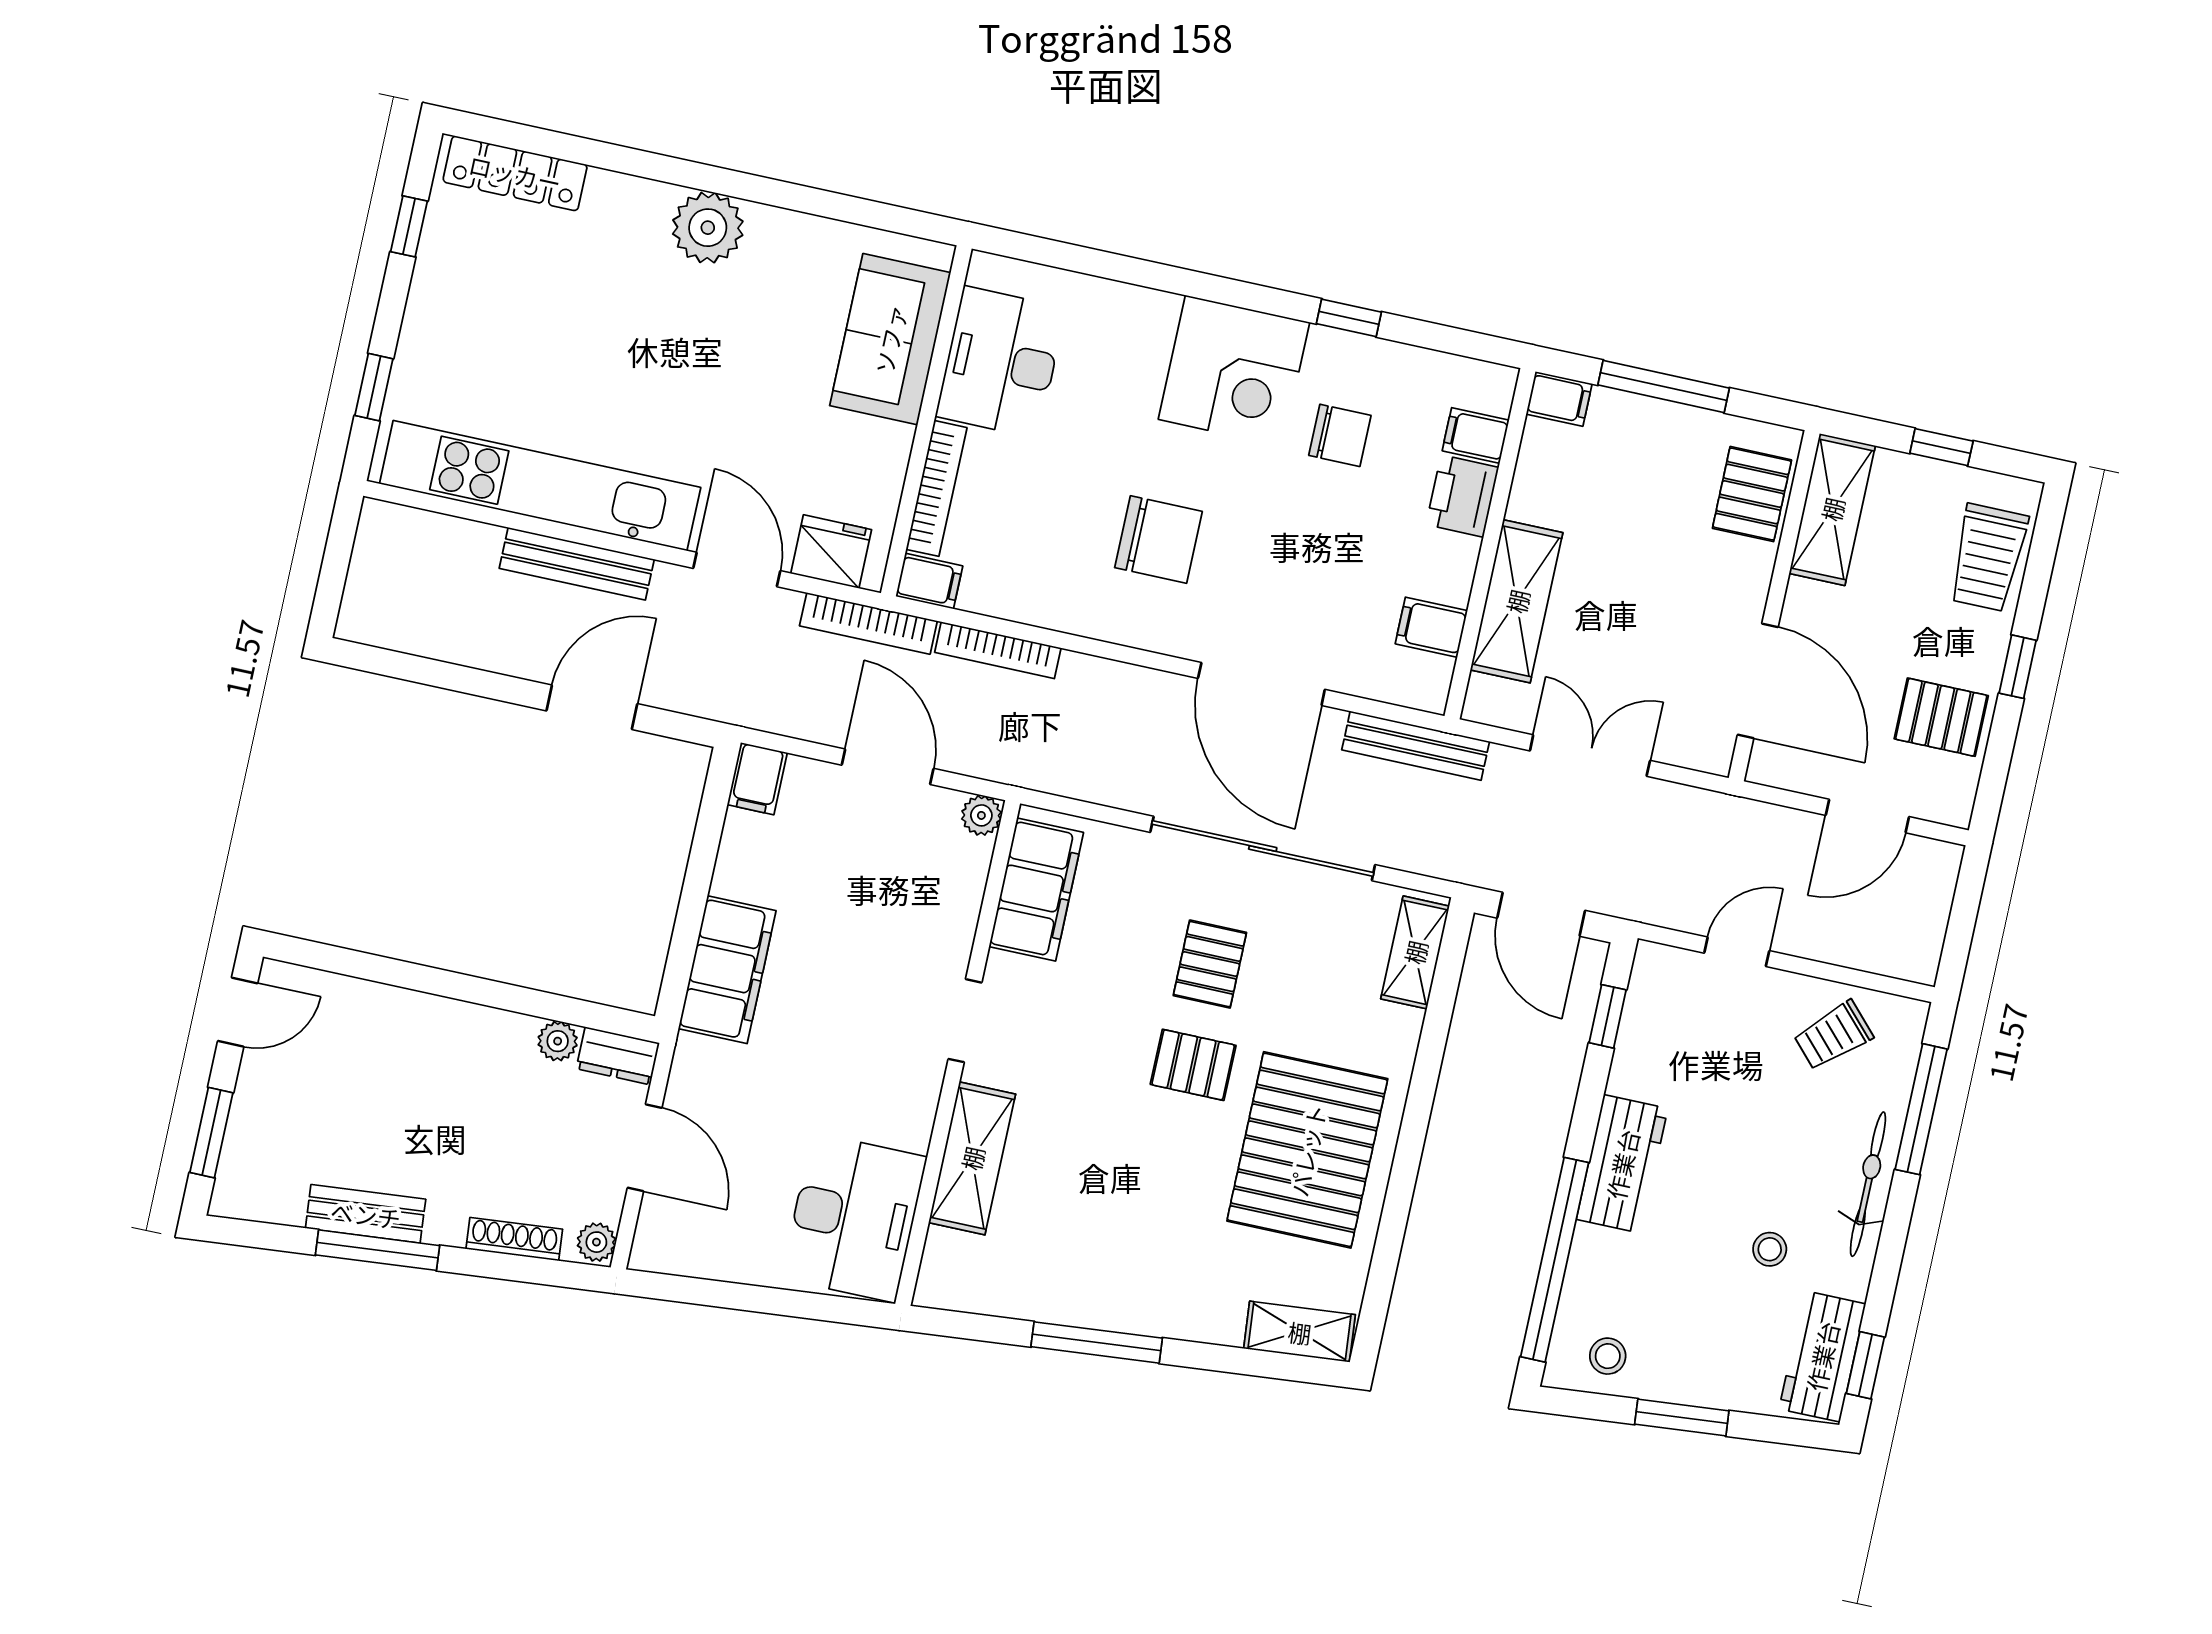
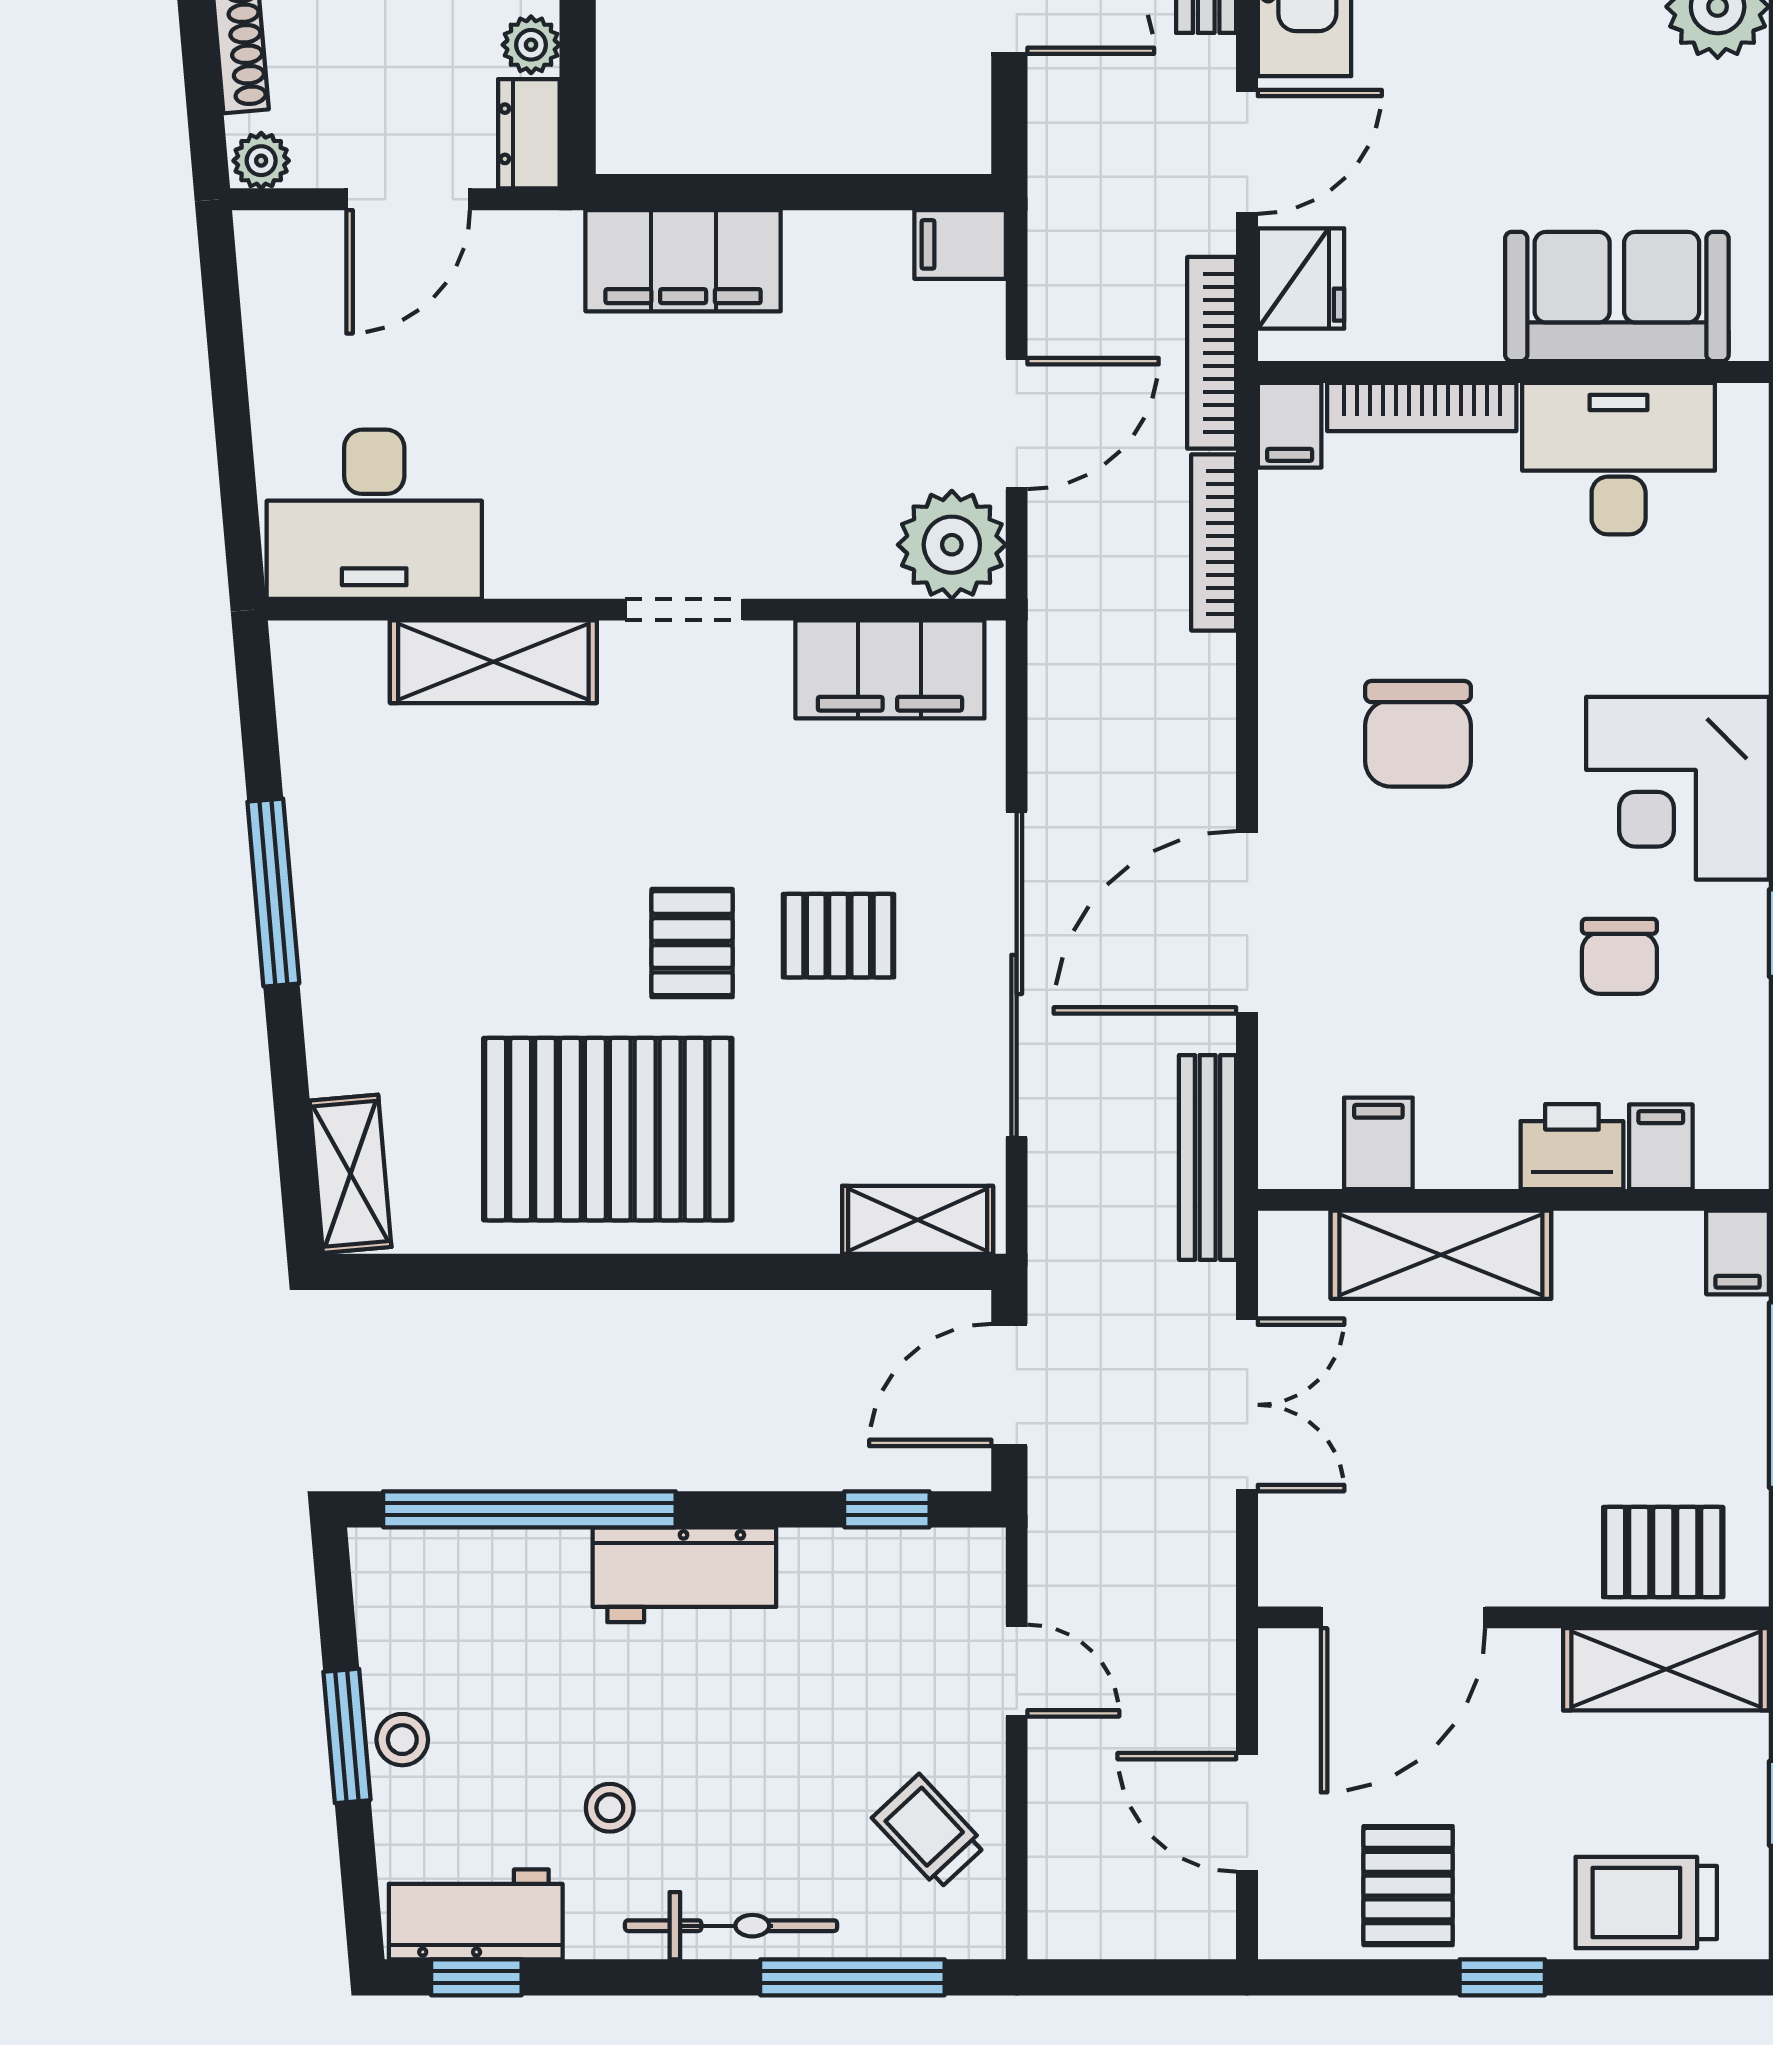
plant: (981, 815) -> (952, 545), width x1.87, depth x1.87
stool: (1608, 1356) -> (402, 1740), moved

